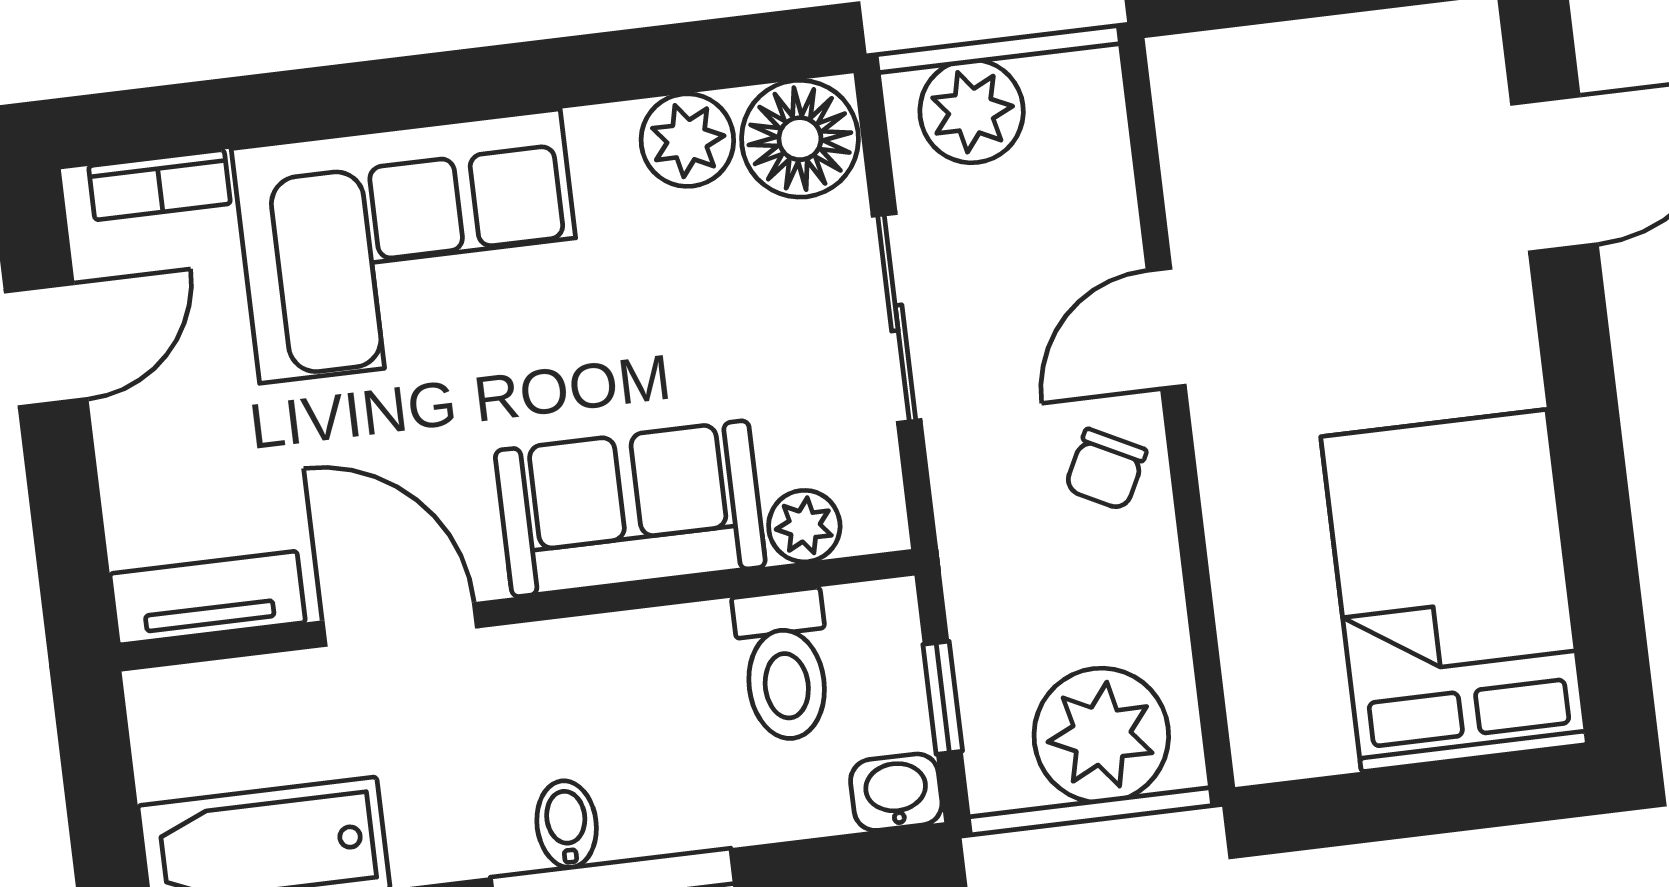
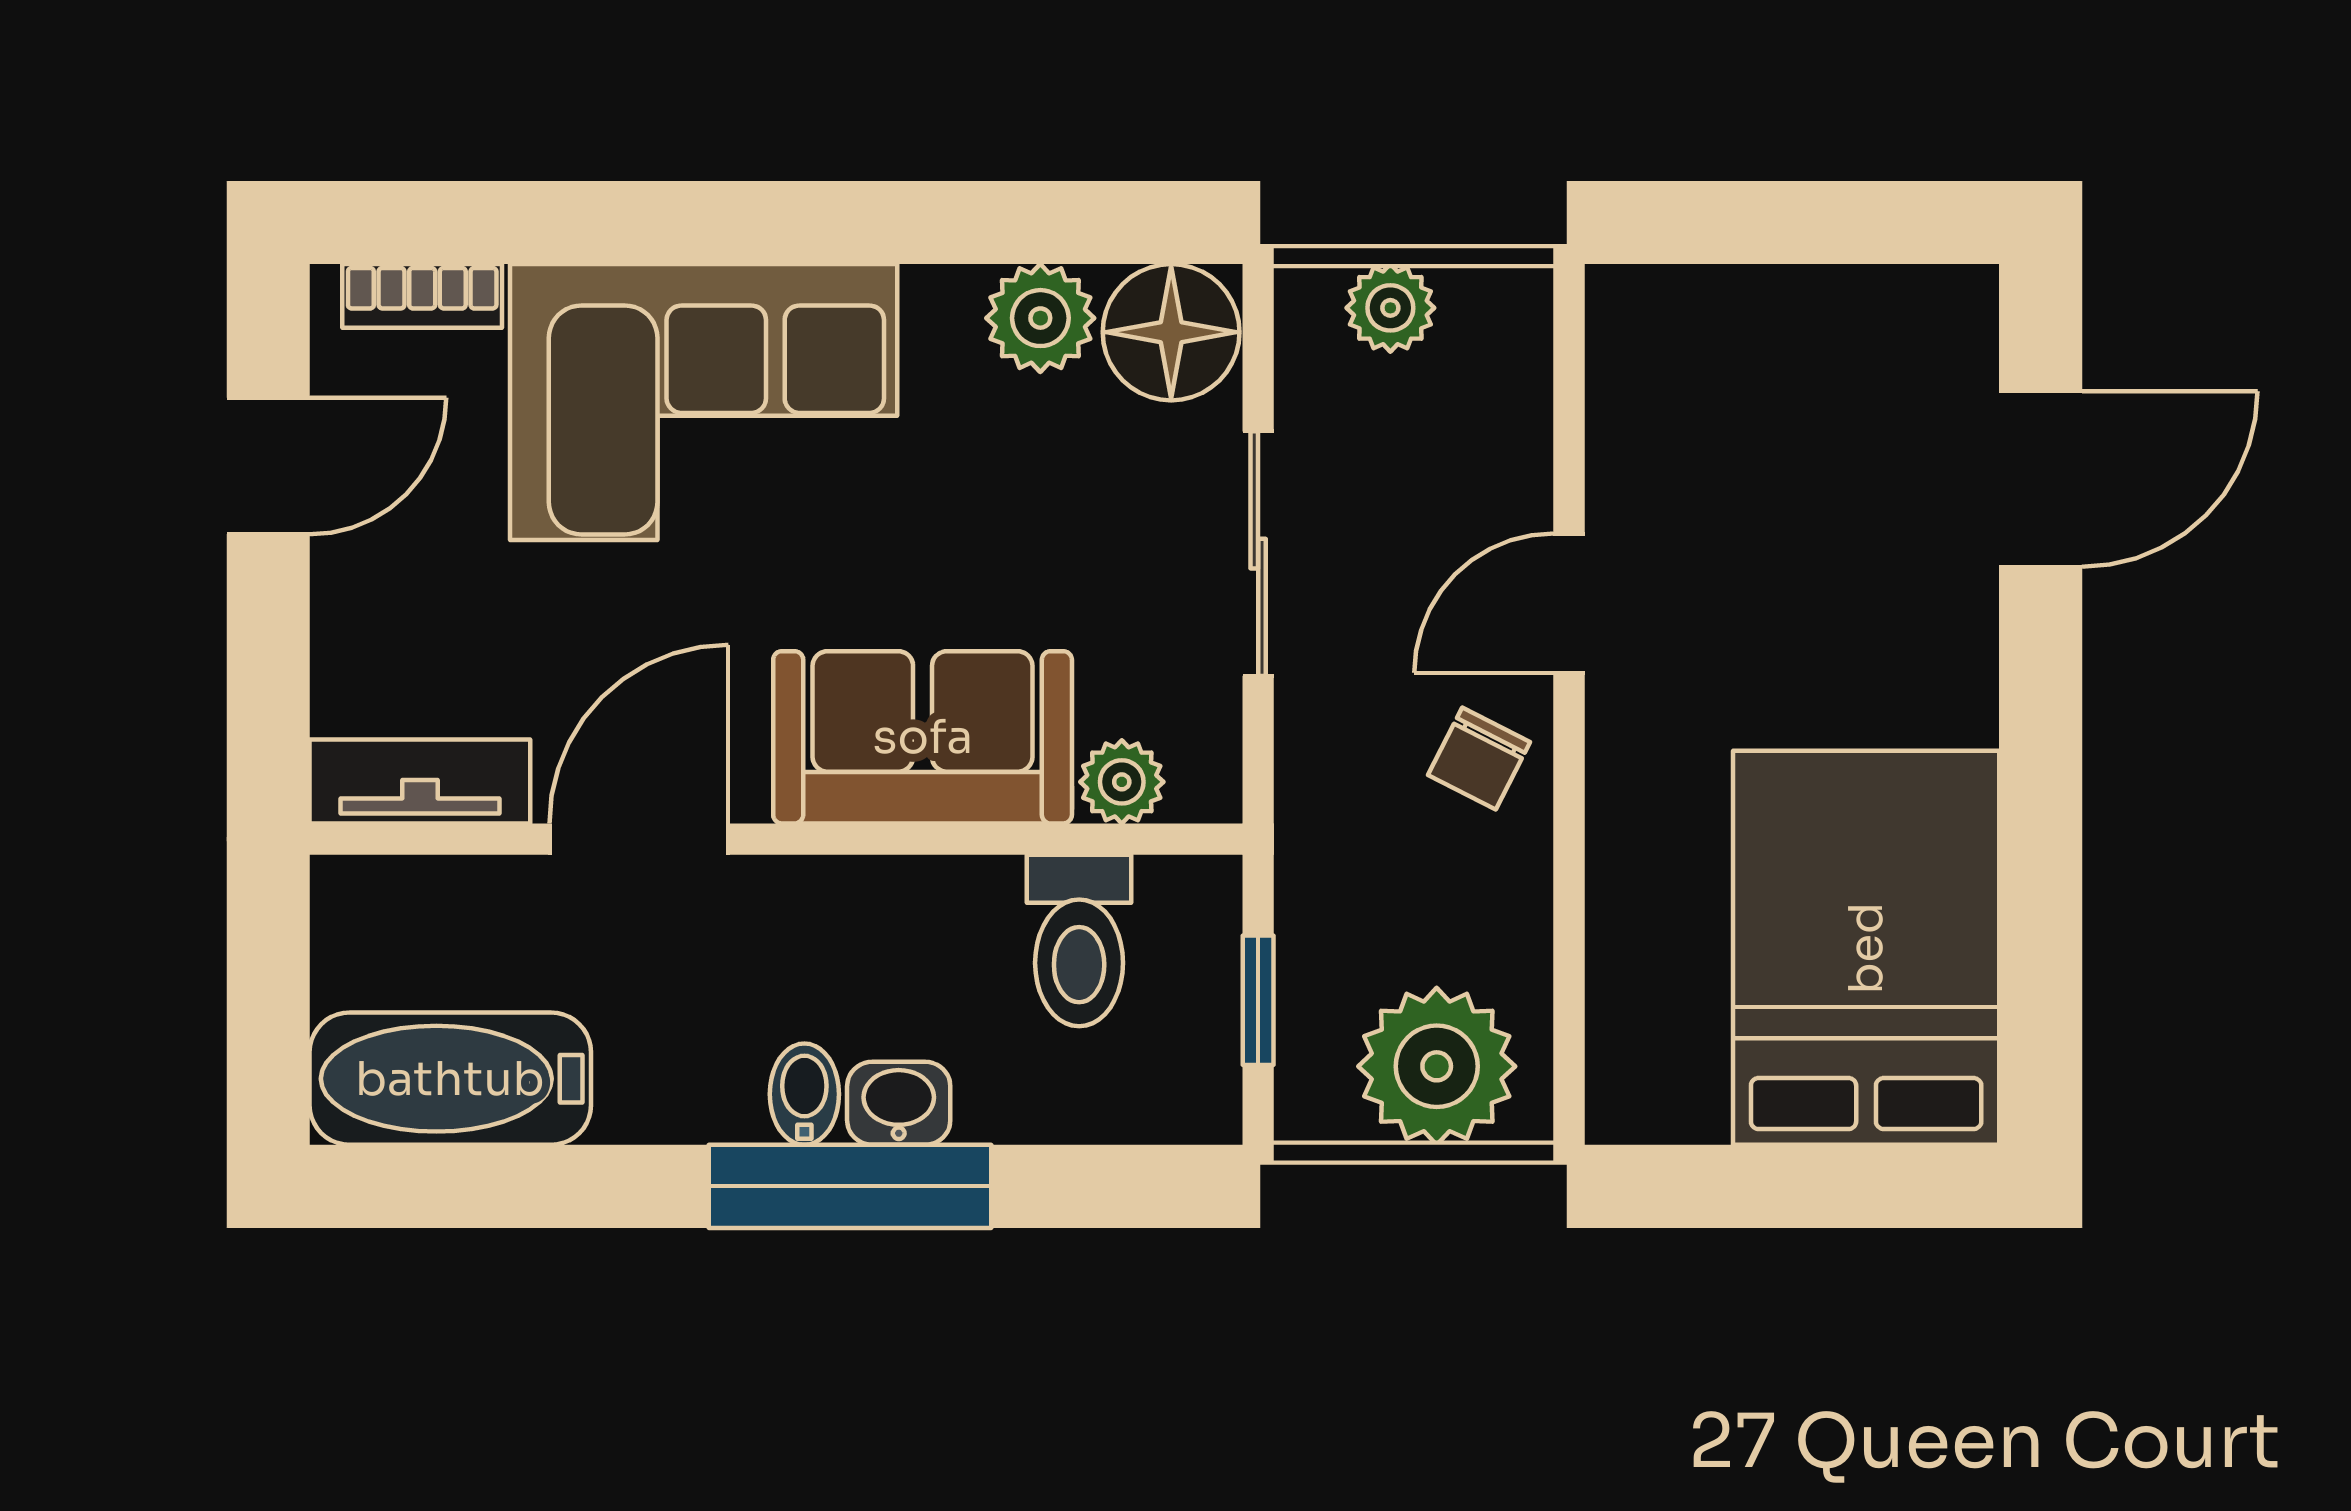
plant: (972, 111) -> (1390, 308), width x0.73, depth x0.73
door: (400, 624) -> (639, 839), hinge flipped
washbasin: (896, 792) -> (899, 1103), moved

